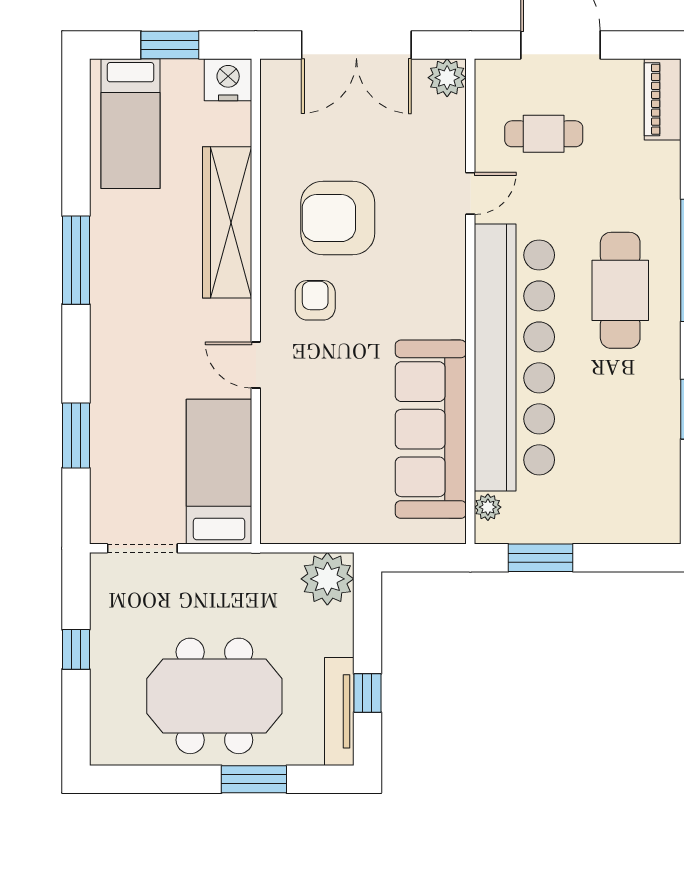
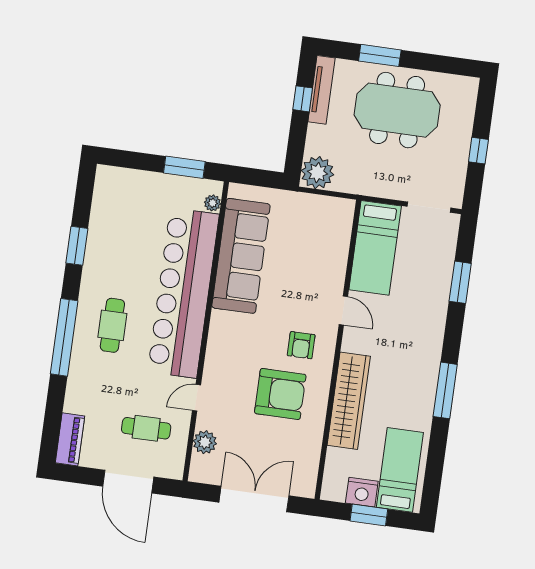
plant: (447, 78) -> (205, 442), moved
nightstand: (228, 80) -> (362, 492), moved
cafe table: (620, 290) -> (112, 325), width x0.73, depth x0.74

